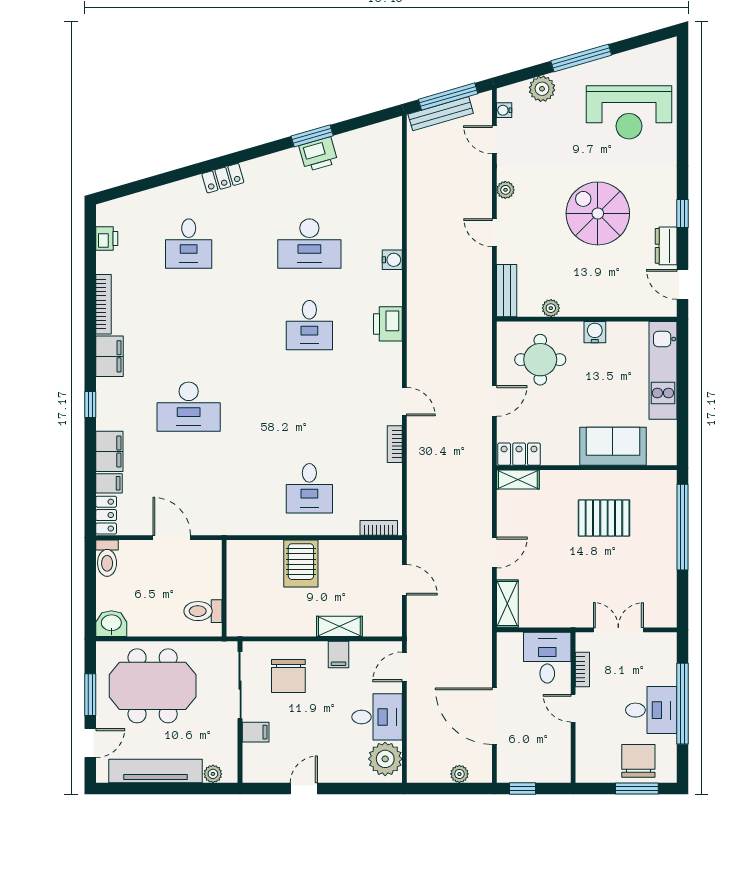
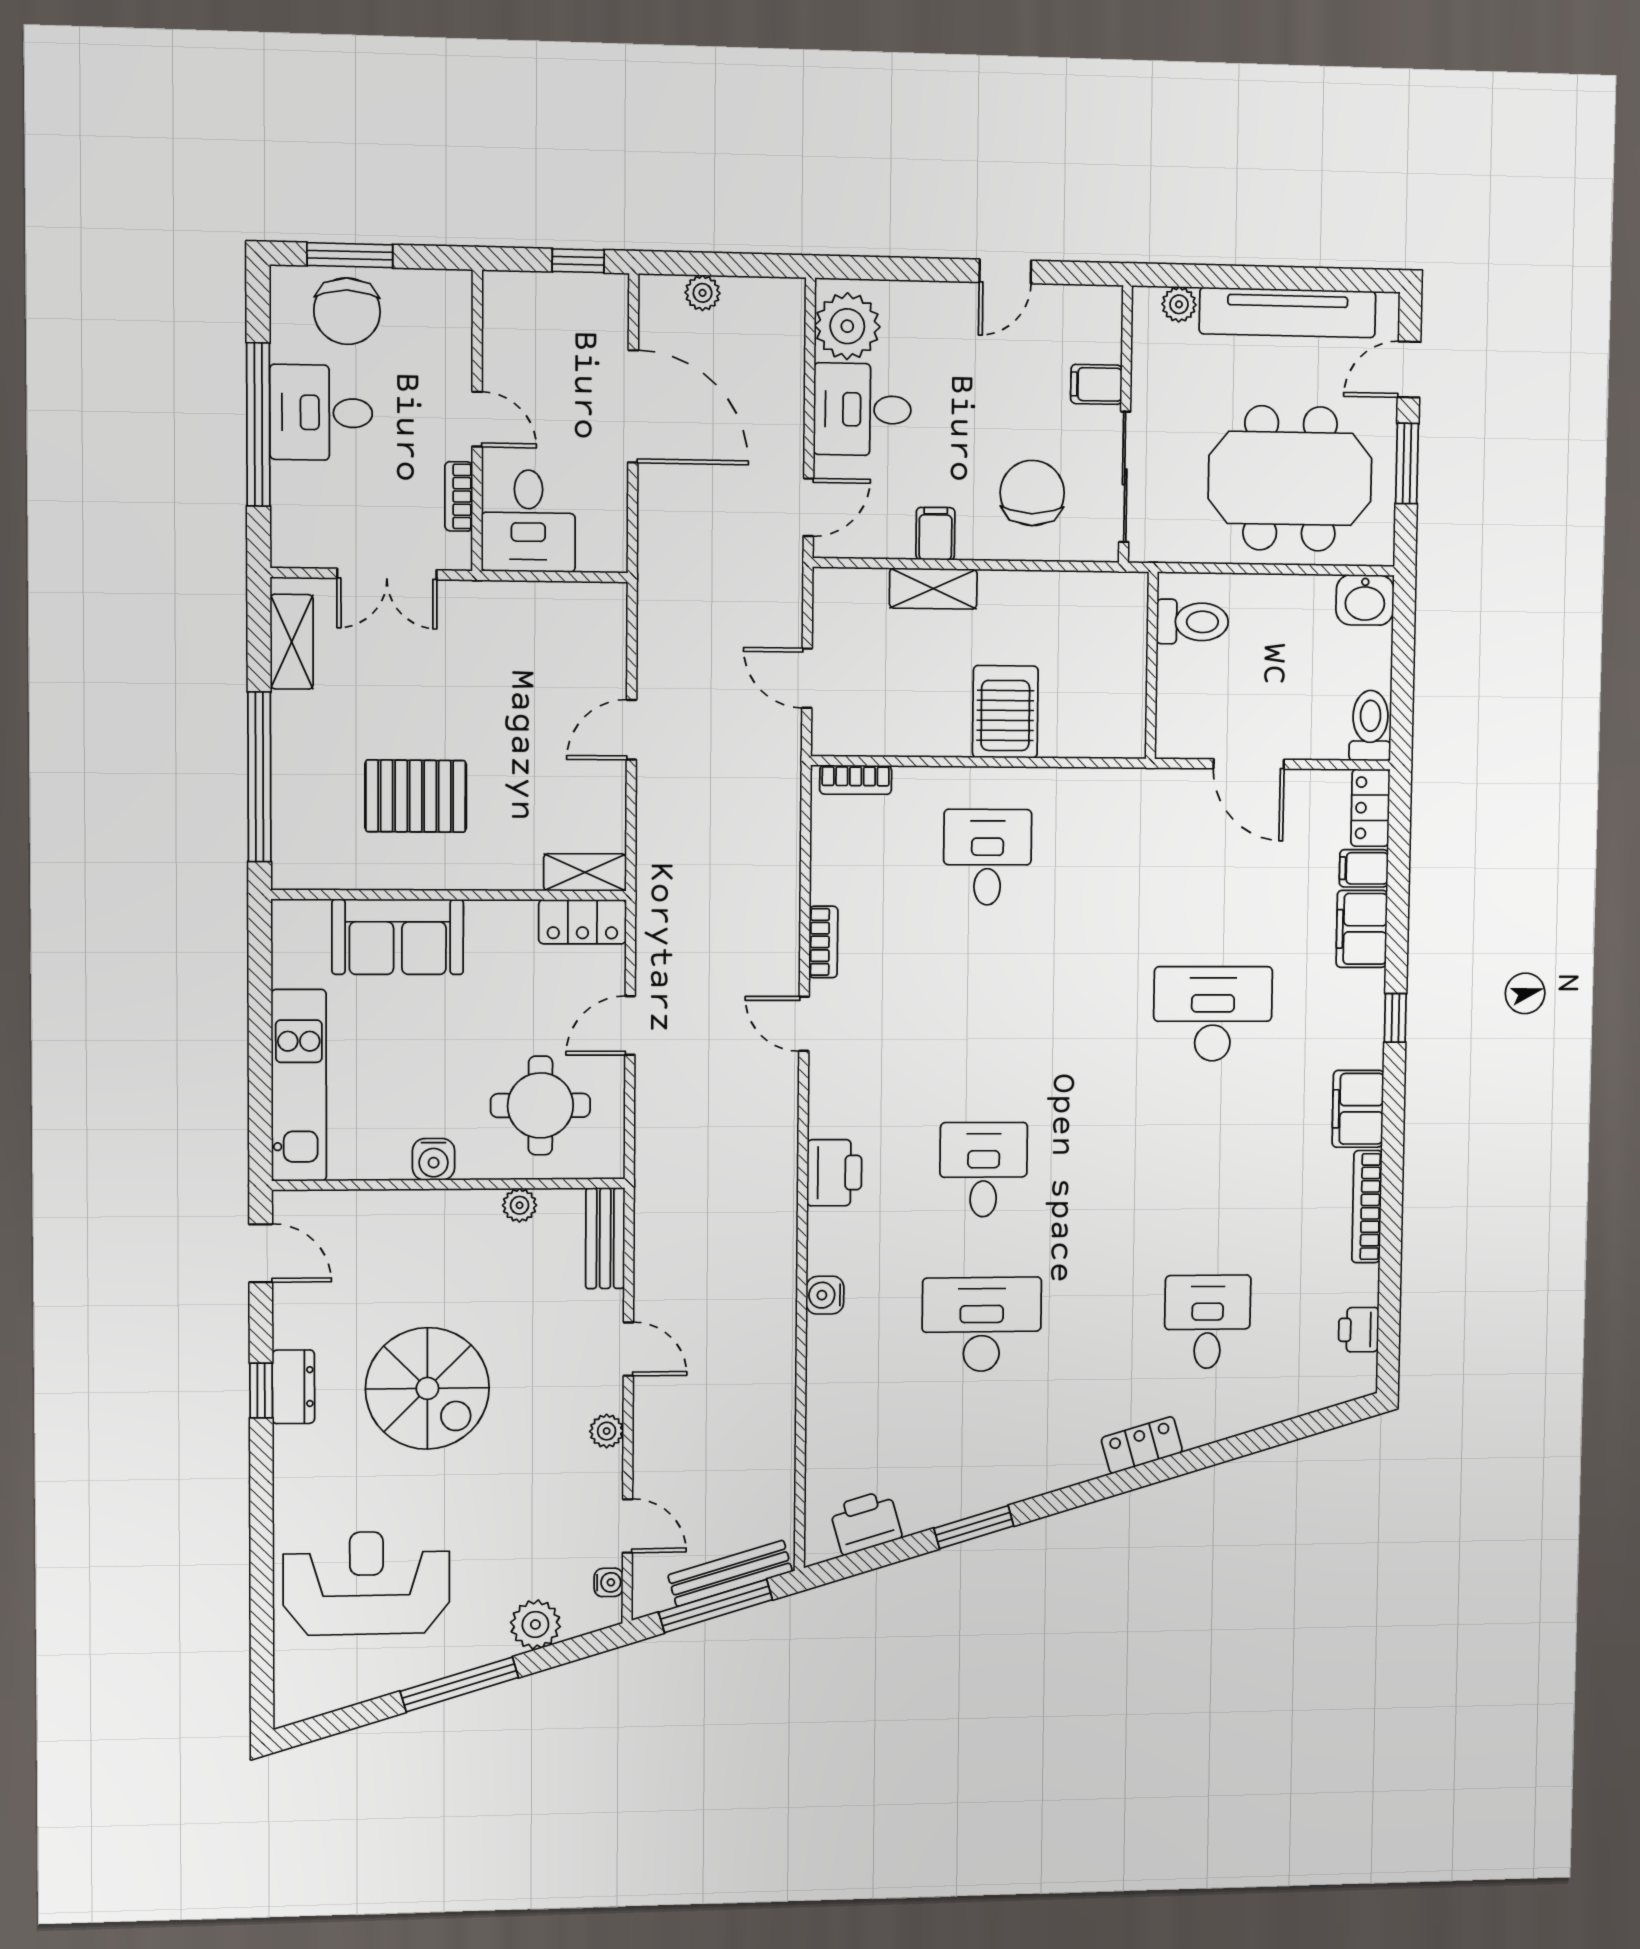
printer: (318, 154) -> (866, 1522), moved
dresser: (666, 246) -> (293, 1387), moved
shelving: (507, 604) -> (292, 642), moved

